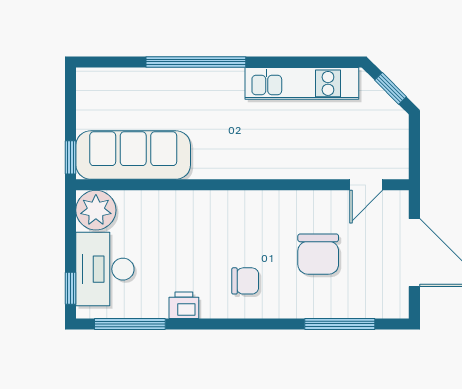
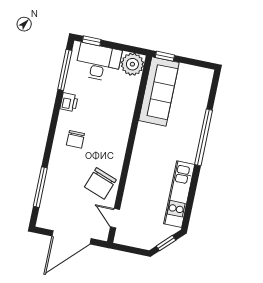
chair: (318, 254) -> (100, 183), moved, turned -70

